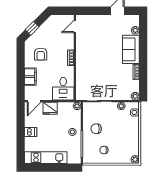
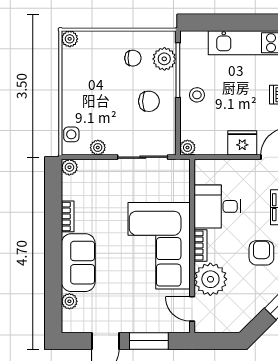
window: (96, 11) -> (149, 341), added
door: (75, 27) -> (192, 309), swing flipped
plant: (66, 41) -> (210, 279), added
corner sofa: (91, 58) -> (159, 246), added
desk: (63, 89) -> (217, 206), moved, turned -90
plant: (89, 150) -> (164, 59), added

